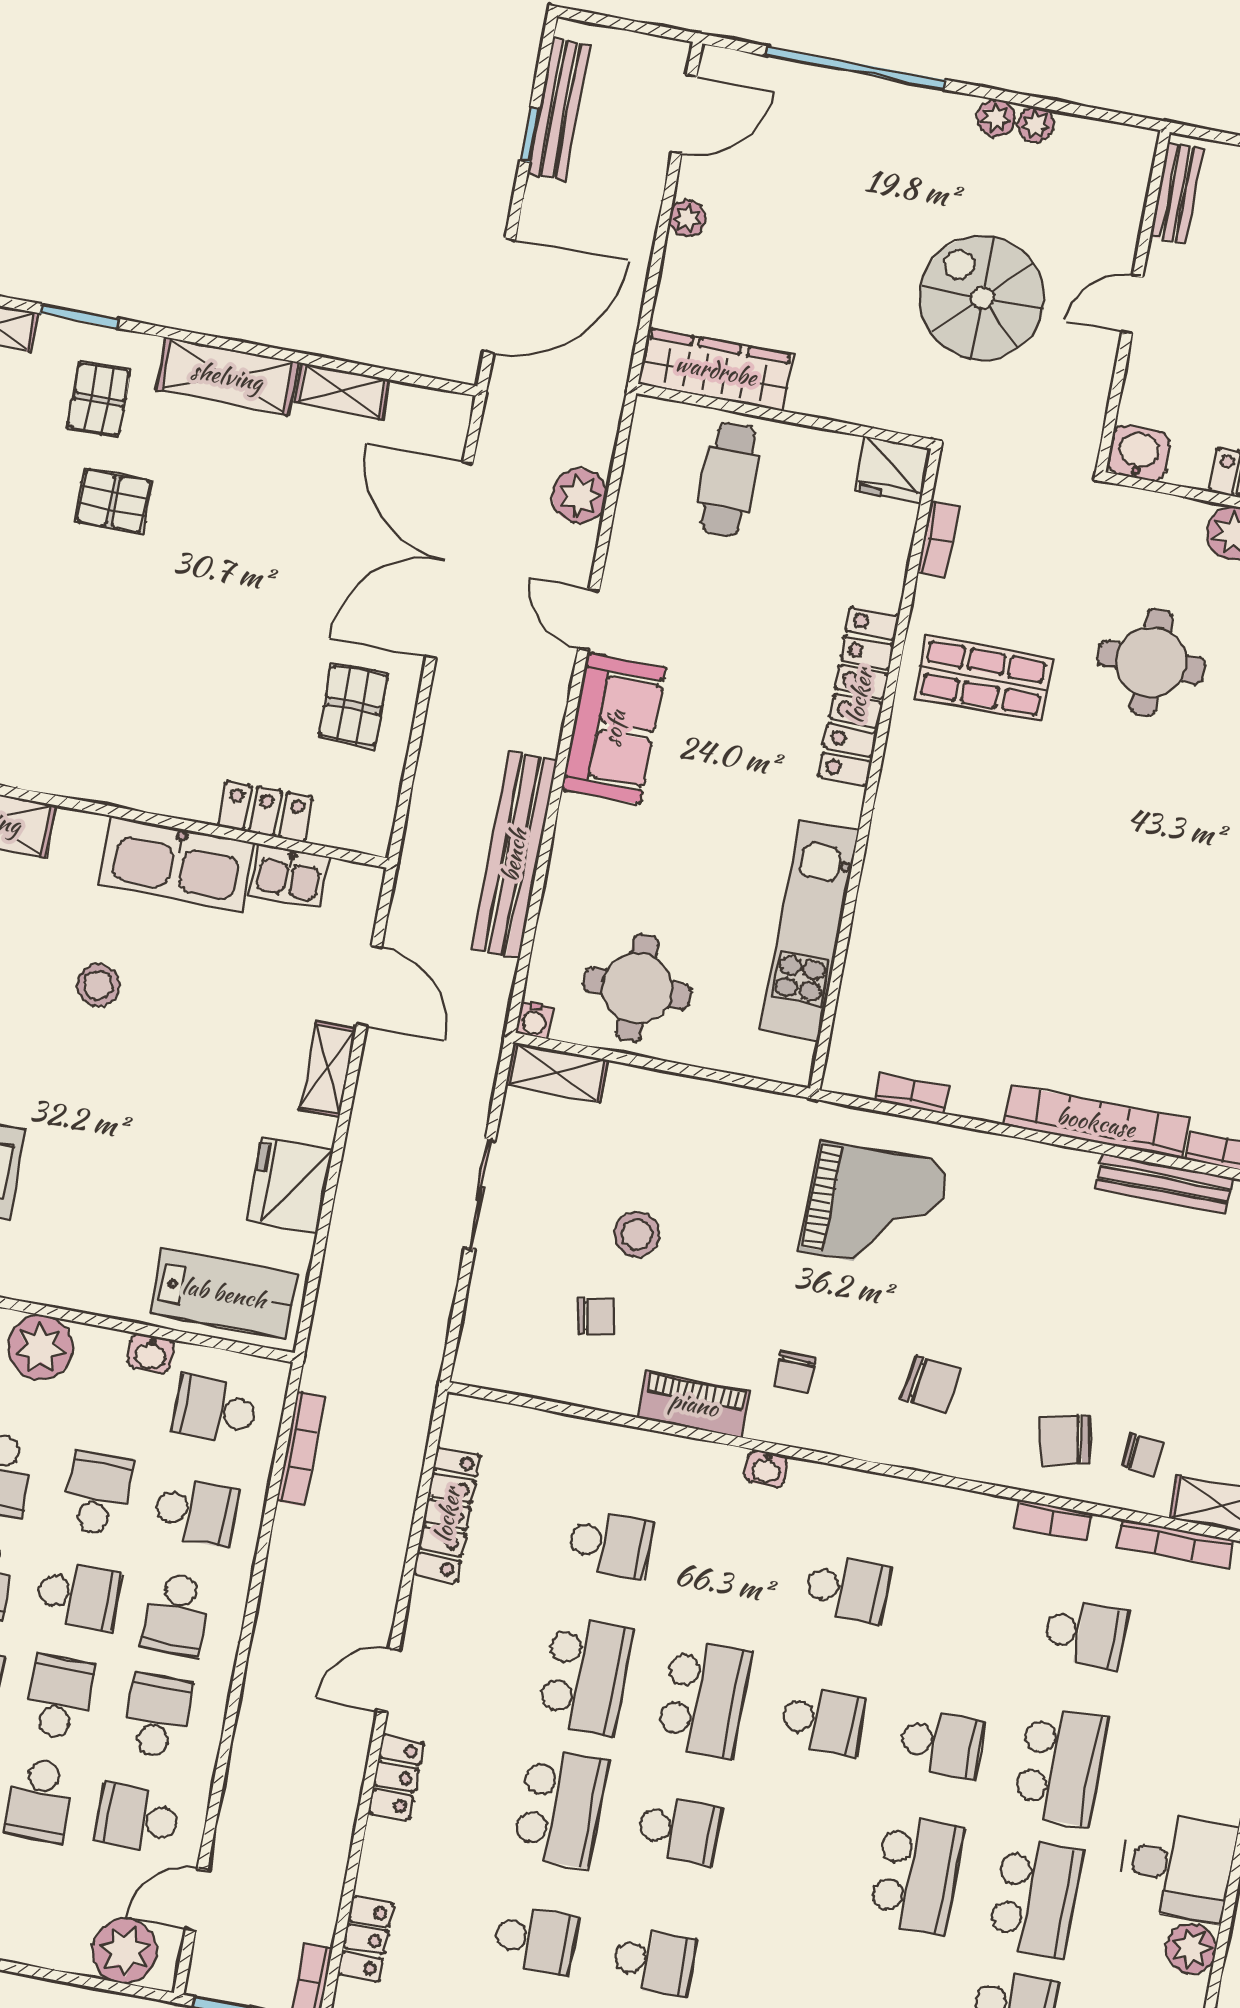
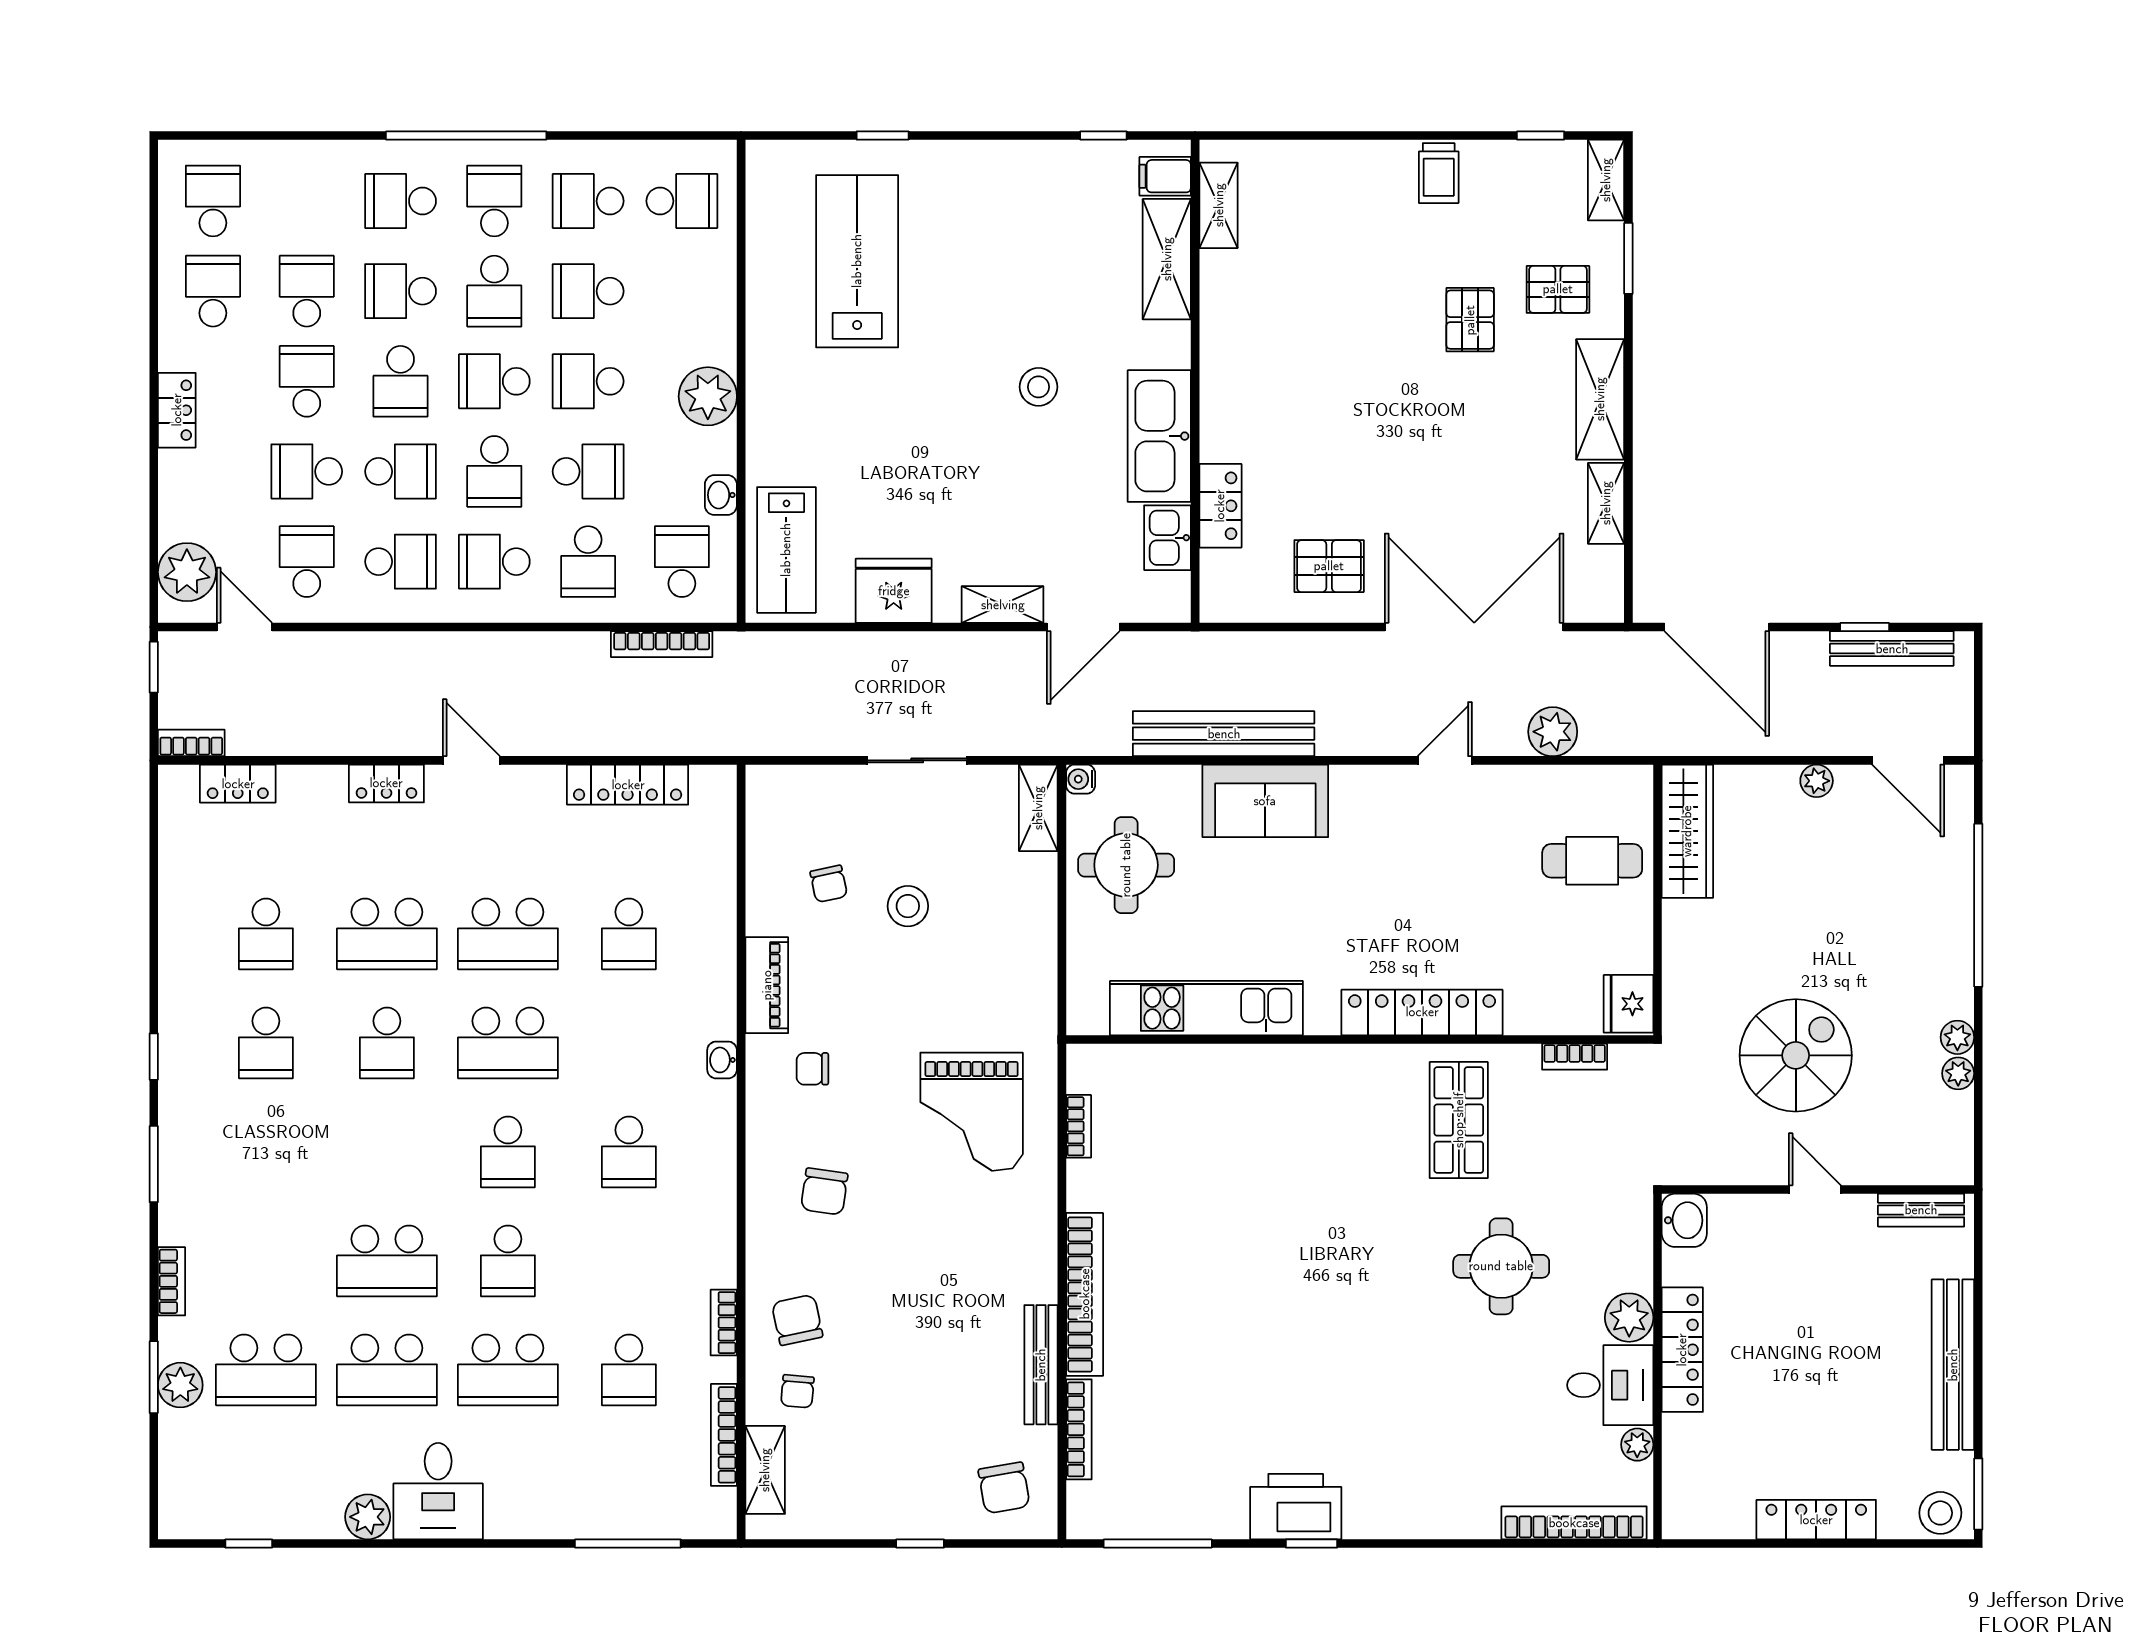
sofa: (614, 728) -> (1265, 801), moved

